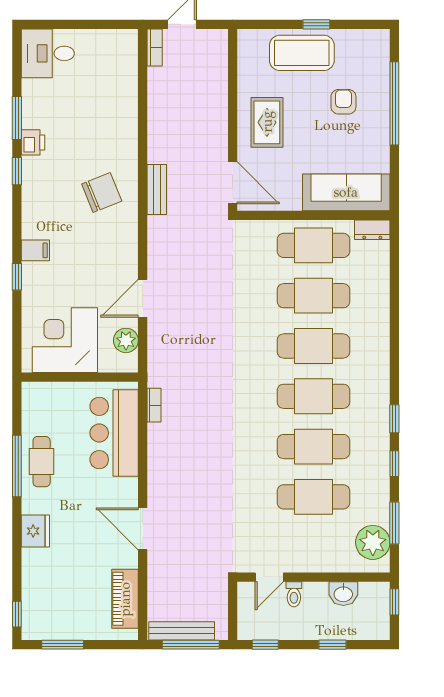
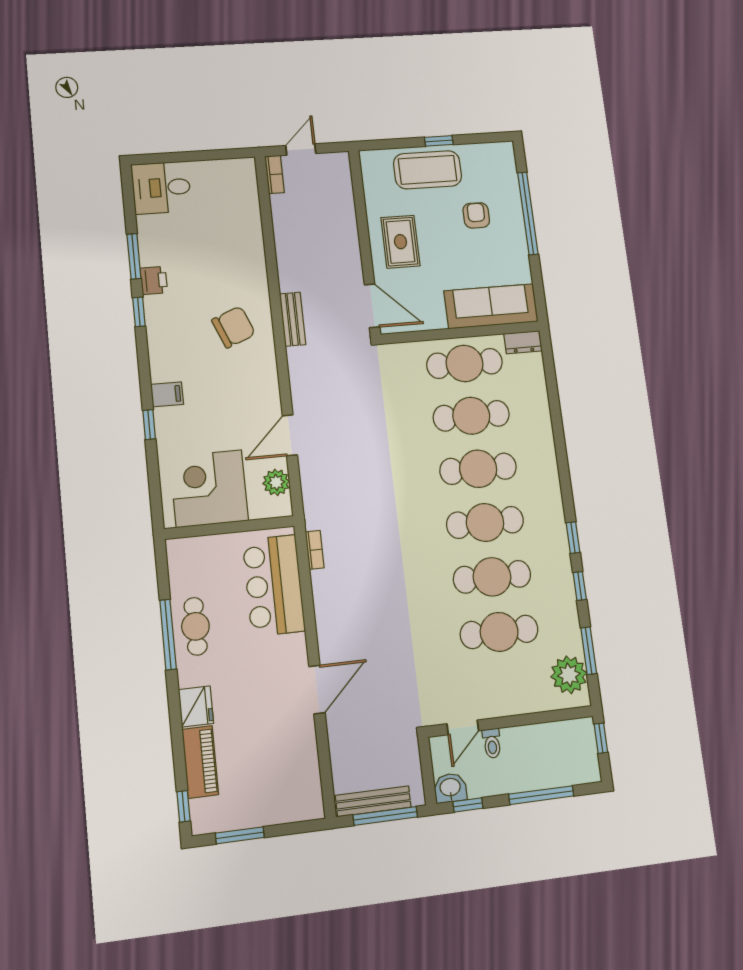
door: (143, 529) -> (317, 690), swing flipped
washbasin: (343, 594) -> (450, 788), moved, turned 180
piano: (125, 599) -> (200, 762), moved, turned 180
window: (333, 645) -> (541, 795), width x2.17

